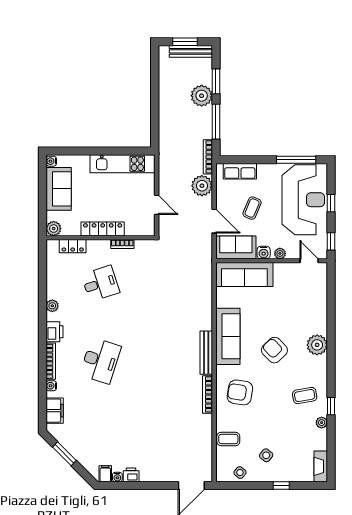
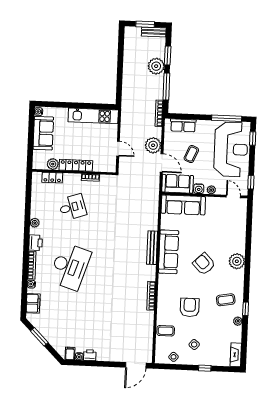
bench: (191, 51) -> (154, 32), width x0.73
plant: (202, 186) -> (153, 145), moved
window: (331, 203) -> (253, 139), moved
plant: (54, 229) -> (53, 164), moved
bench: (206, 353) -> (152, 248), moved
desk: (100, 361) -> (70, 266), width x1.36, depth x1.30
armchair: (240, 392) -> (190, 307), moved, turned 81

